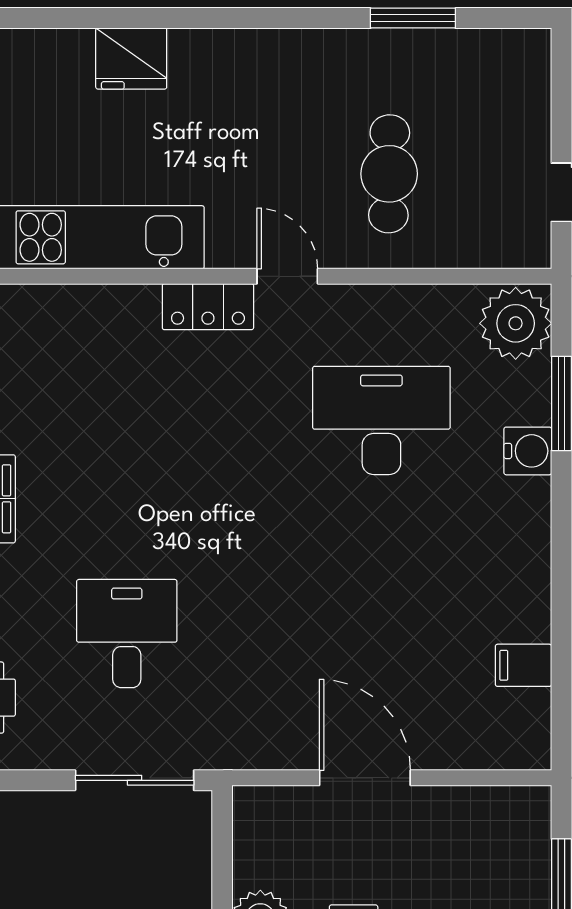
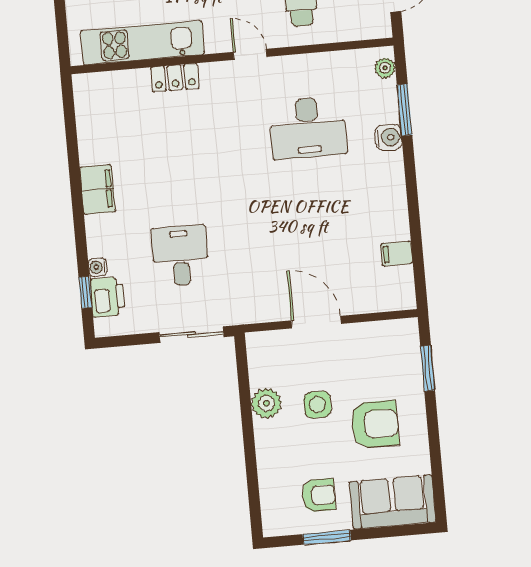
locker: (208, 307) -> (175, 78), moved
plant: (516, 323) -> (385, 68), width x0.53, depth x0.53
desk: (381, 420) -> (308, 128), turned 180

